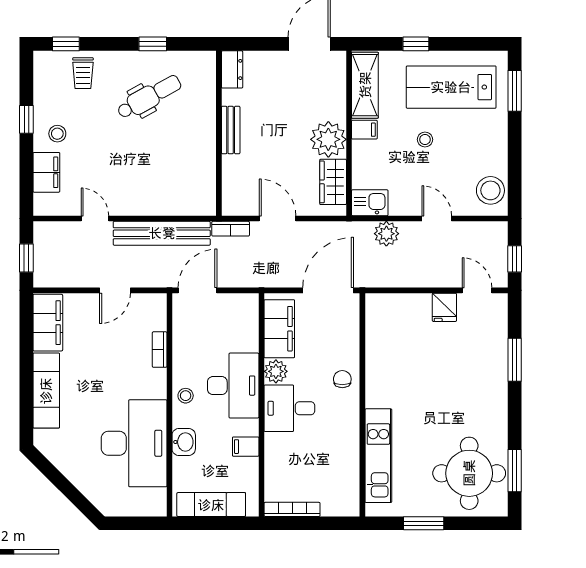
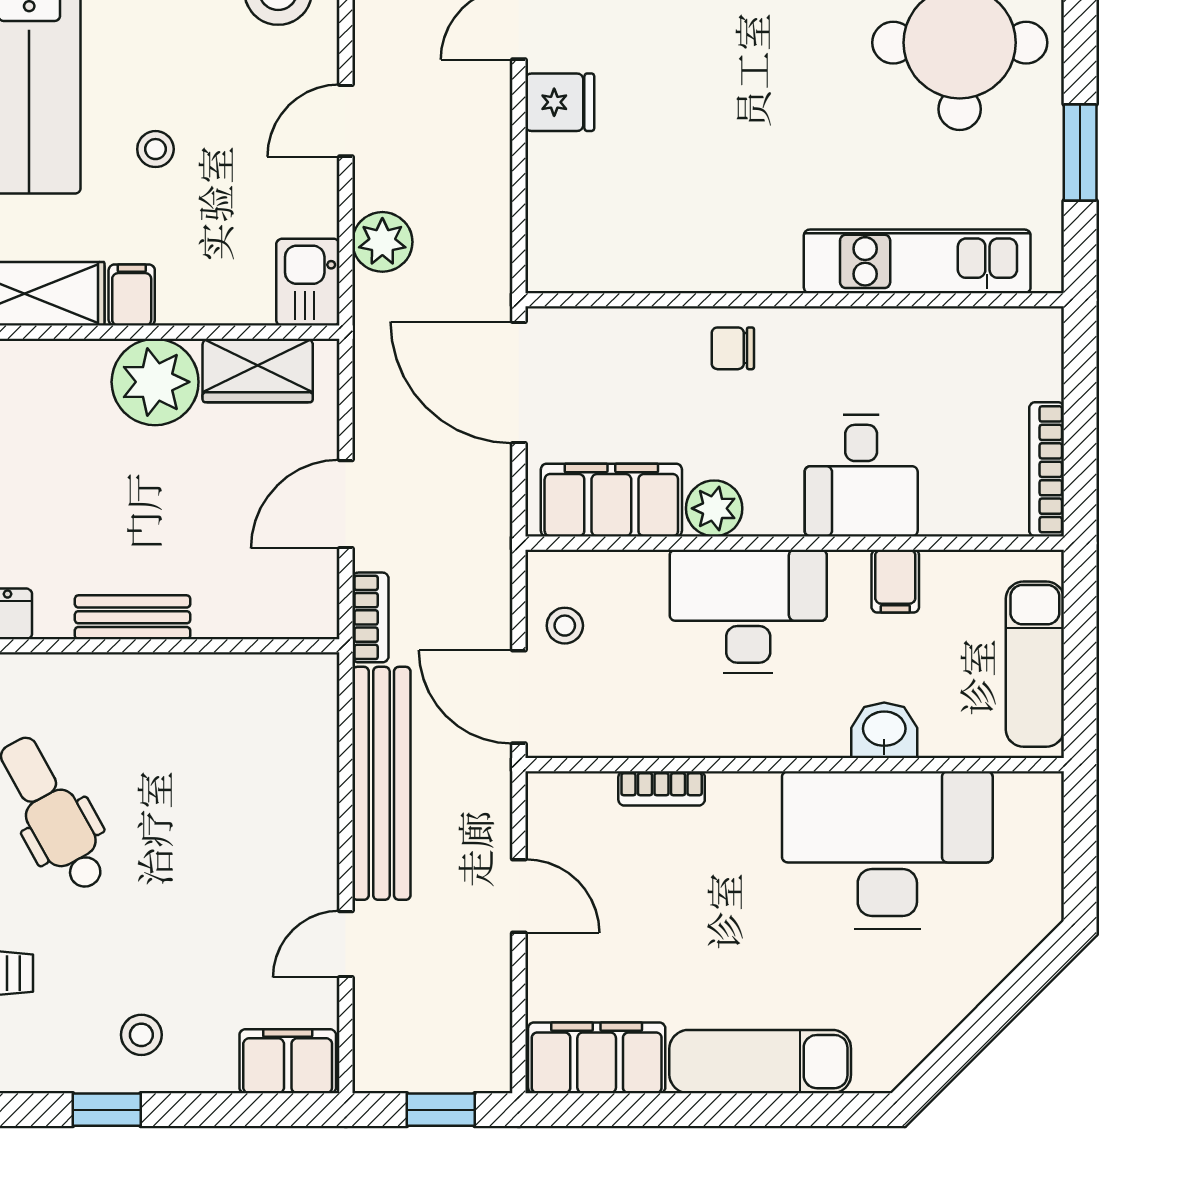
filing cabinet: (46, 172) -> (288, 1061), moved
stool: (186, 396) -> (565, 626), moved
desk: (289, 408) -> (861, 476), moved

